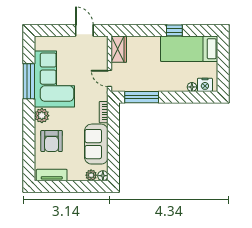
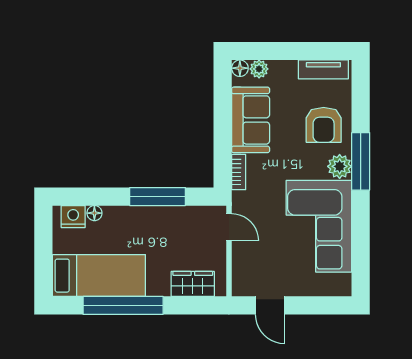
window: (174, 30) -> (123, 305), width x3.17
wardrobe: (119, 49) -> (193, 284), moved, turned 90
window: (29, 81) -> (361, 161), moved
window: (142, 97) -> (158, 197), moved
armchair: (52, 141) -> (324, 125), turned 180

